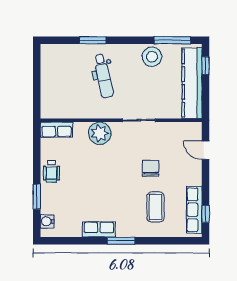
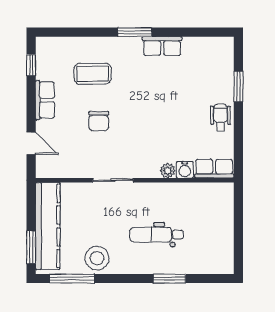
window: (206, 66) -> (31, 247), width x1.50
dental chair: (103, 76) -> (157, 235), turned -78
plant: (100, 133) -> (168, 171), width x0.53, depth x0.53
coffee table: (155, 207) -> (93, 74), turned 90
row of seats: (194, 210) -> (45, 100), moved, width x0.68
water cooler: (47, 221) -> (185, 170), moved, turned 90

